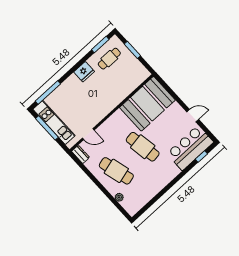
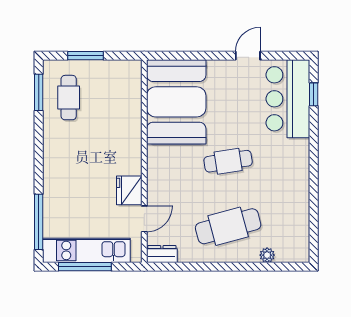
fridge: (84, 72) -> (129, 190), moved, turned 180
cafe table: (143, 147) -> (228, 161), width x0.73, depth x0.74

